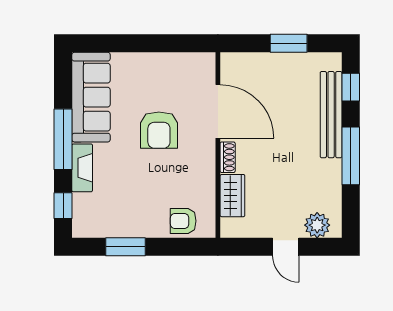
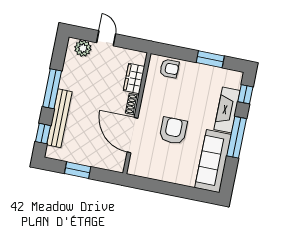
fireplace: (82, 168) -> (227, 110), width x1.37, depth x1.32

